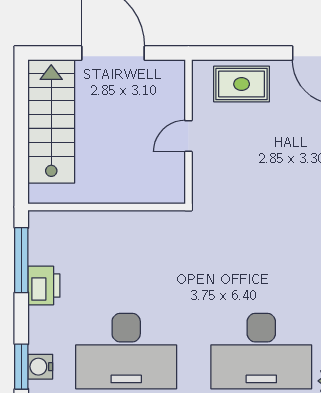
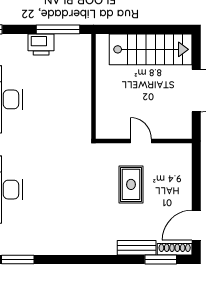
rug: (242, 84) -> (131, 184), moved

